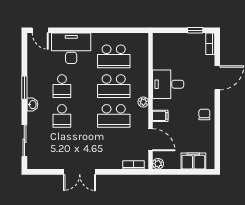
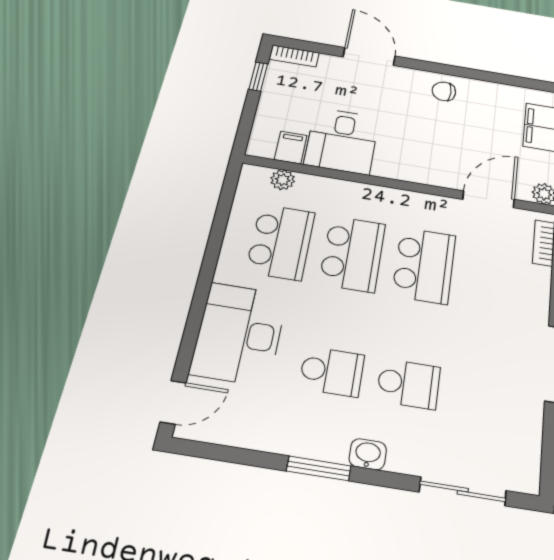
desk: (168, 84) -> (342, 141), moved
plant: (143, 102) -> (283, 180), moved
filing cabinet: (160, 116) -> (291, 147), moved

